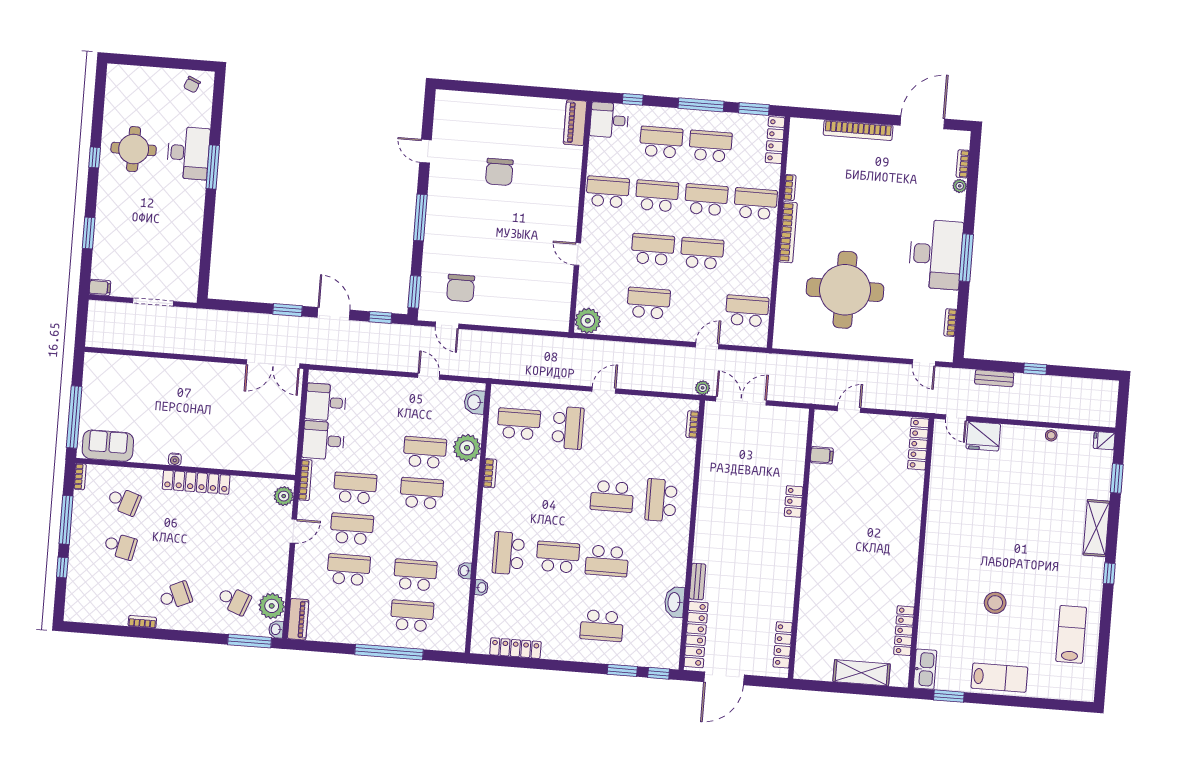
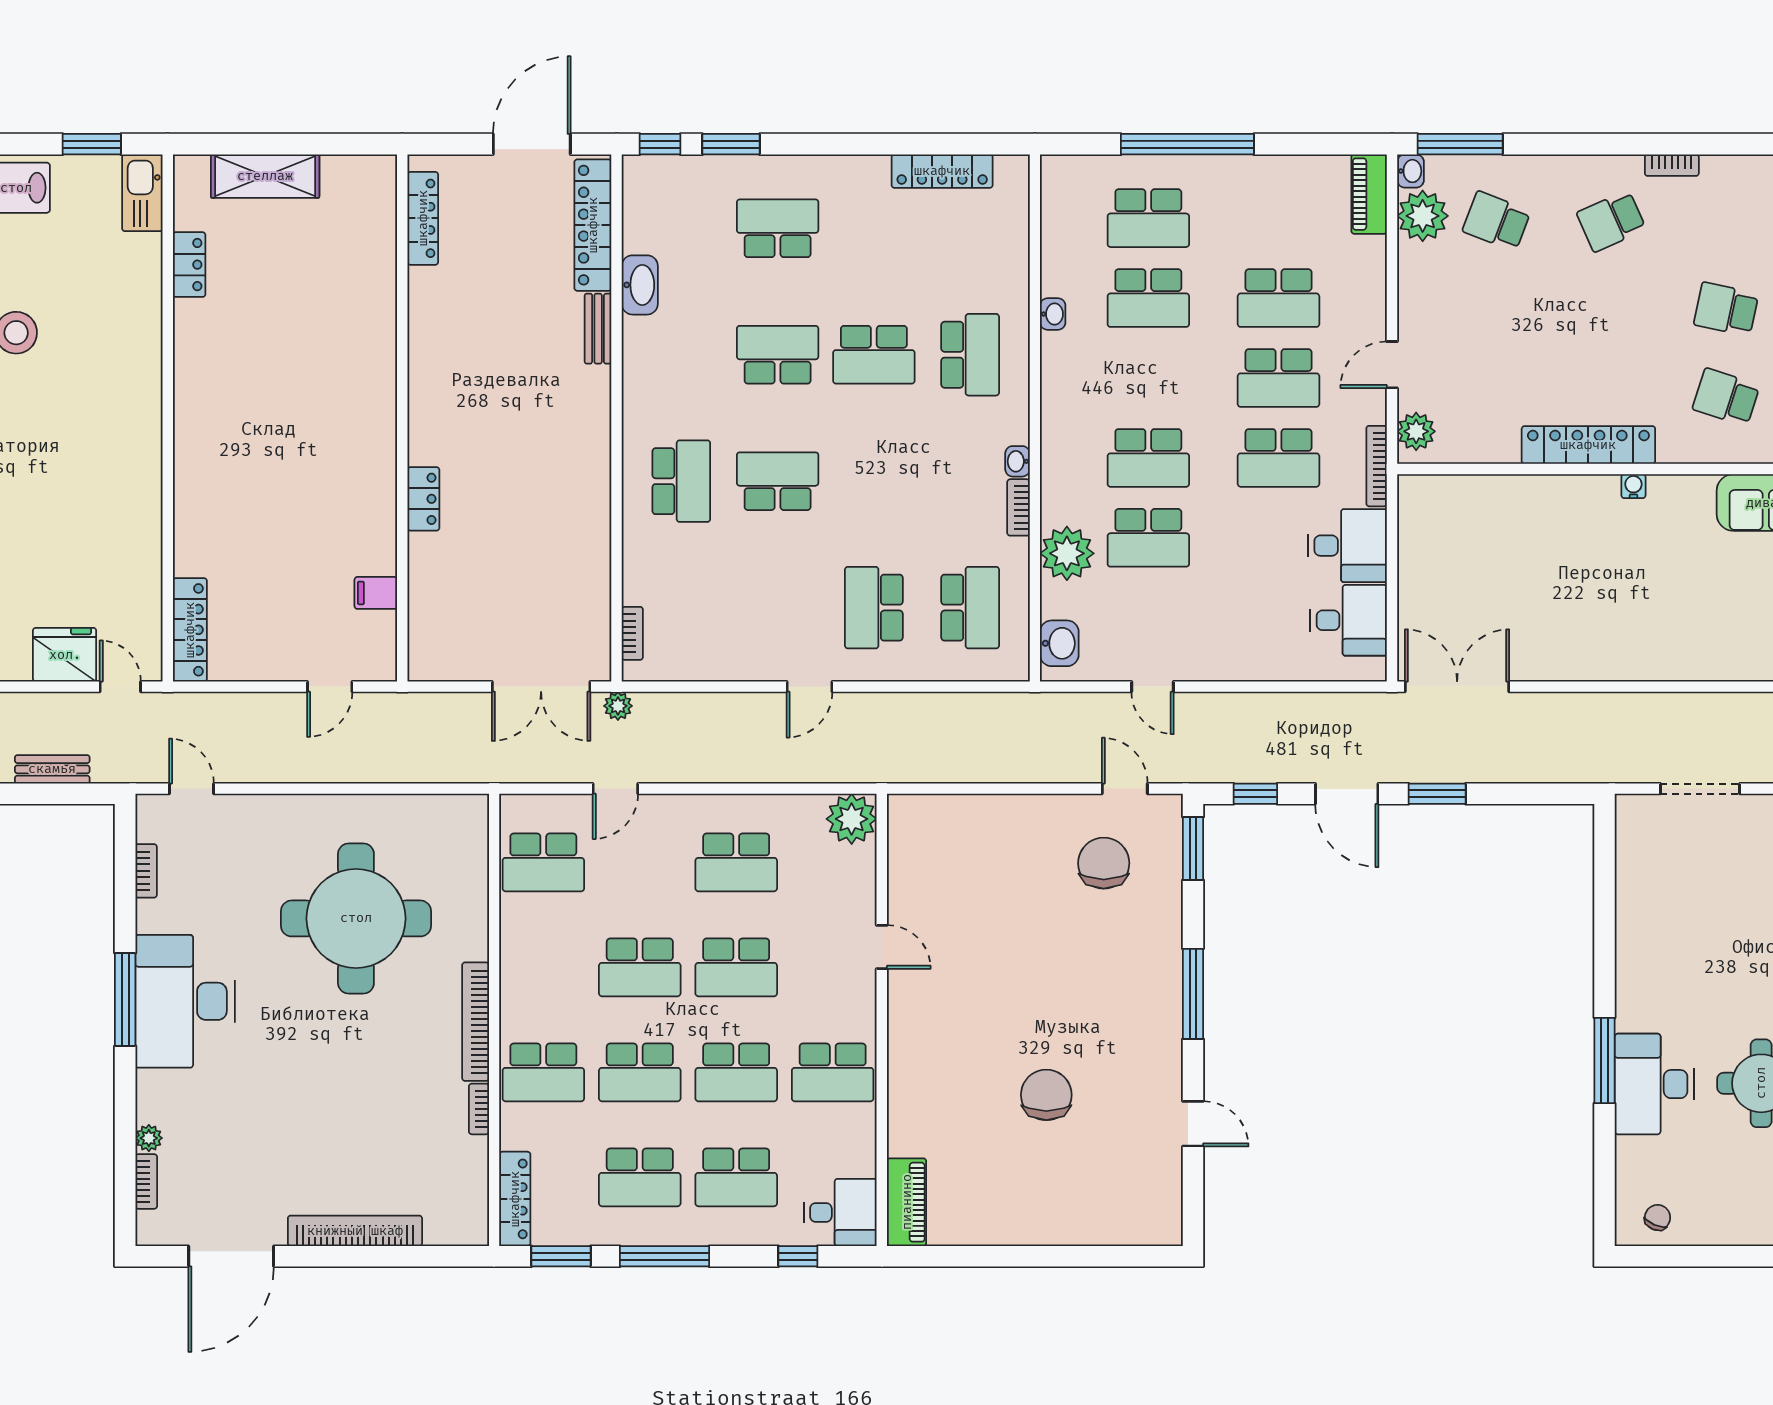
school desk: (519, 424) -> (970, 608), turned -90
washbasin: (481, 587) -> (1017, 461), moved
locker: (904, 631) -> (189, 265), width x0.66

